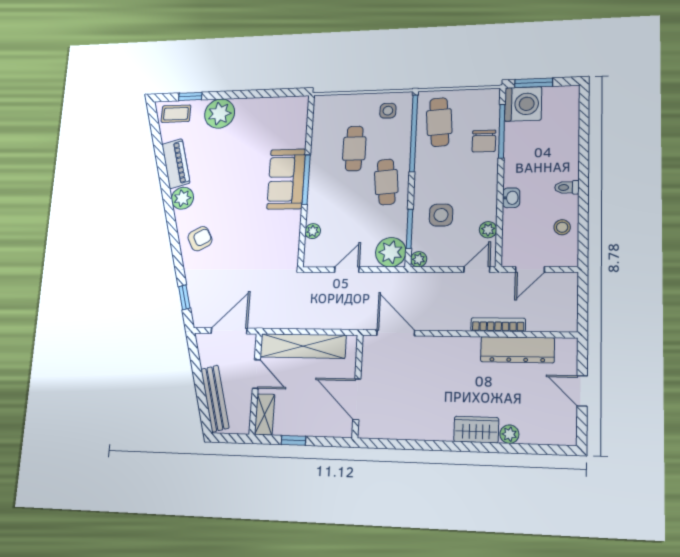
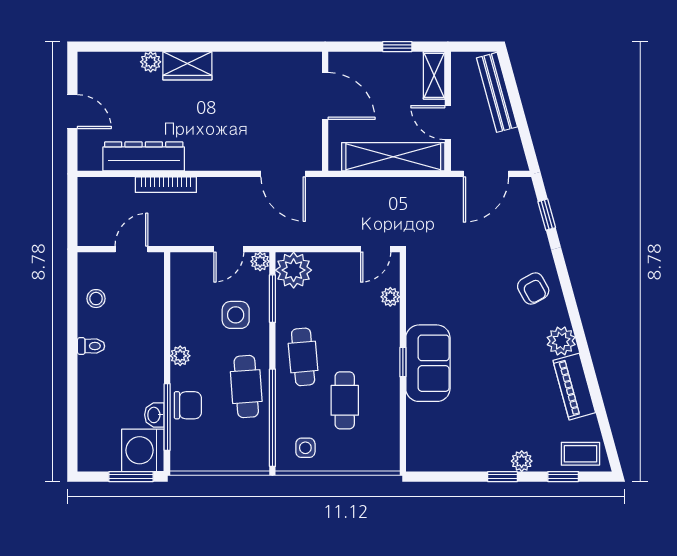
window: (236, 95) -> (503, 477), added
plant: (220, 114) -> (522, 461), width x0.53, depth x0.53
cafe table: (439, 122) -> (246, 387), moved
chair: (484, 141) -> (188, 405), turned 90
window: (306, 180) -> (403, 362), width x0.46
washbasin: (511, 198) -> (154, 415), moved
plant: (488, 230) -> (180, 356), moved
armchair: (200, 239) -> (533, 288), turned -91
door: (347, 270) -> (376, 249), moved
door: (477, 270) -> (229, 249), moved

